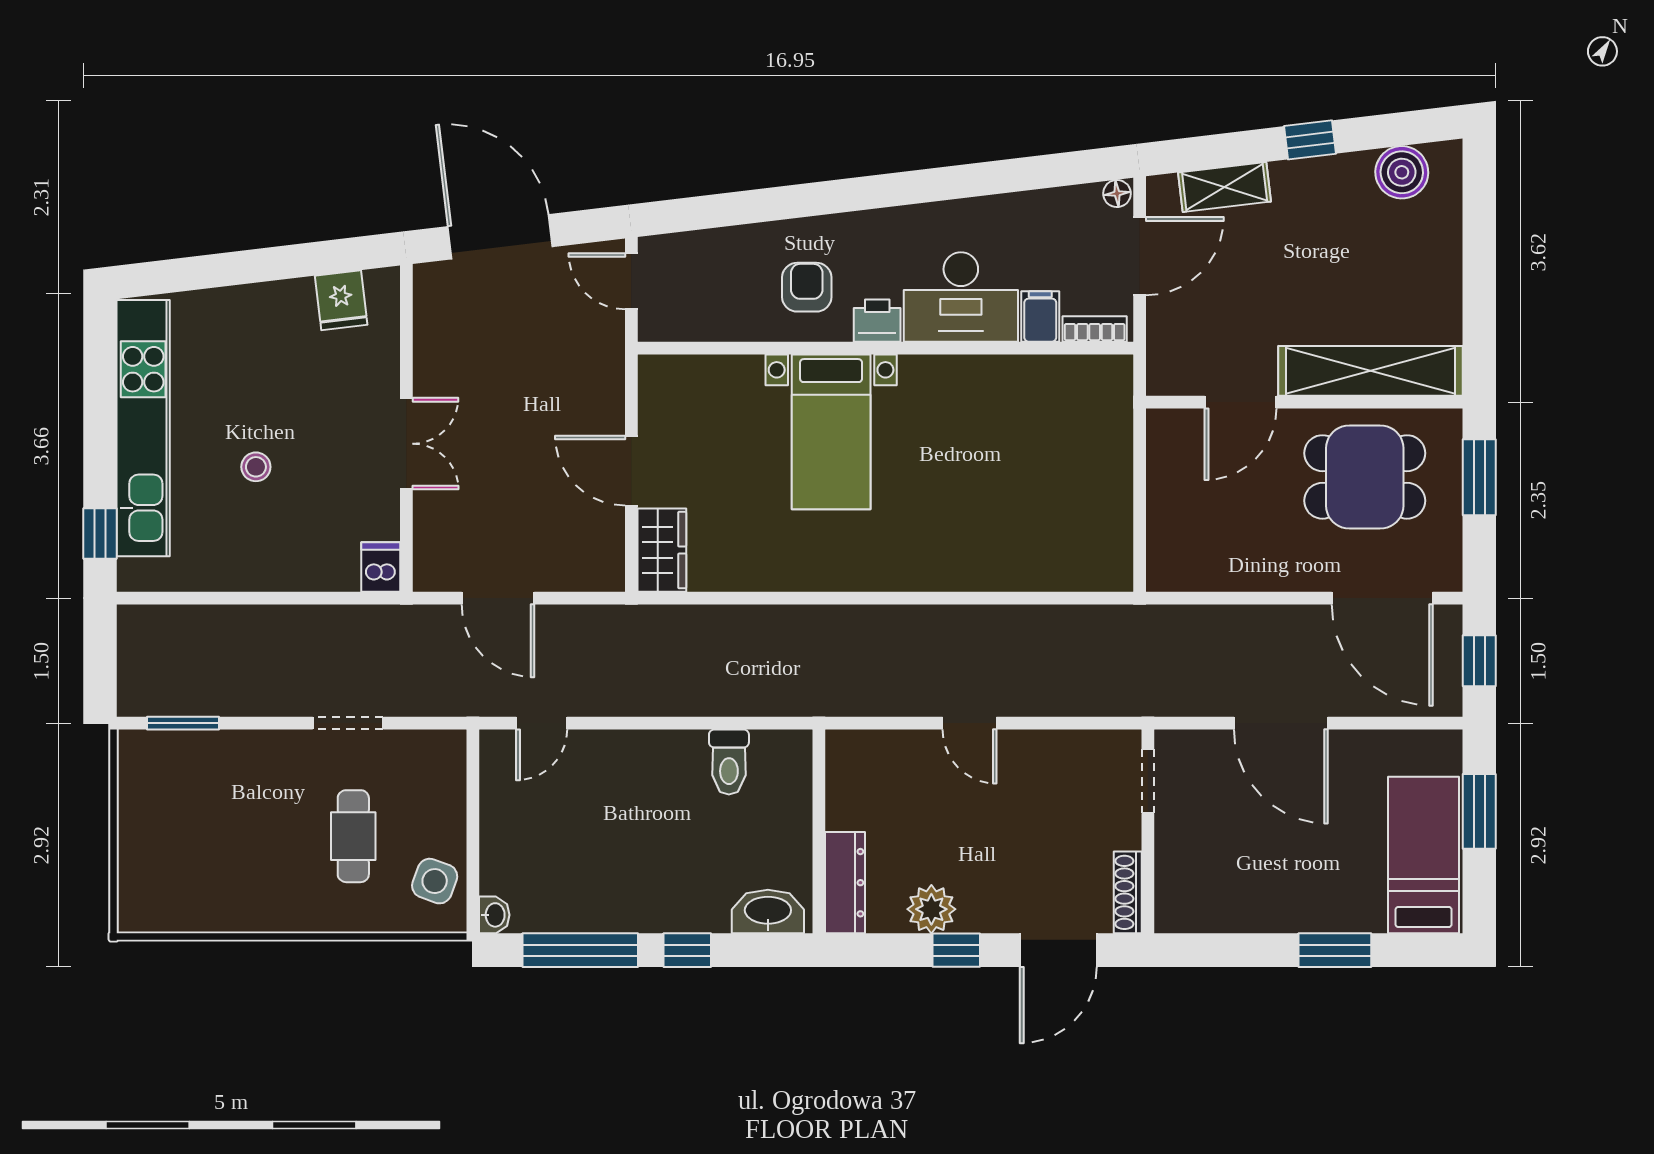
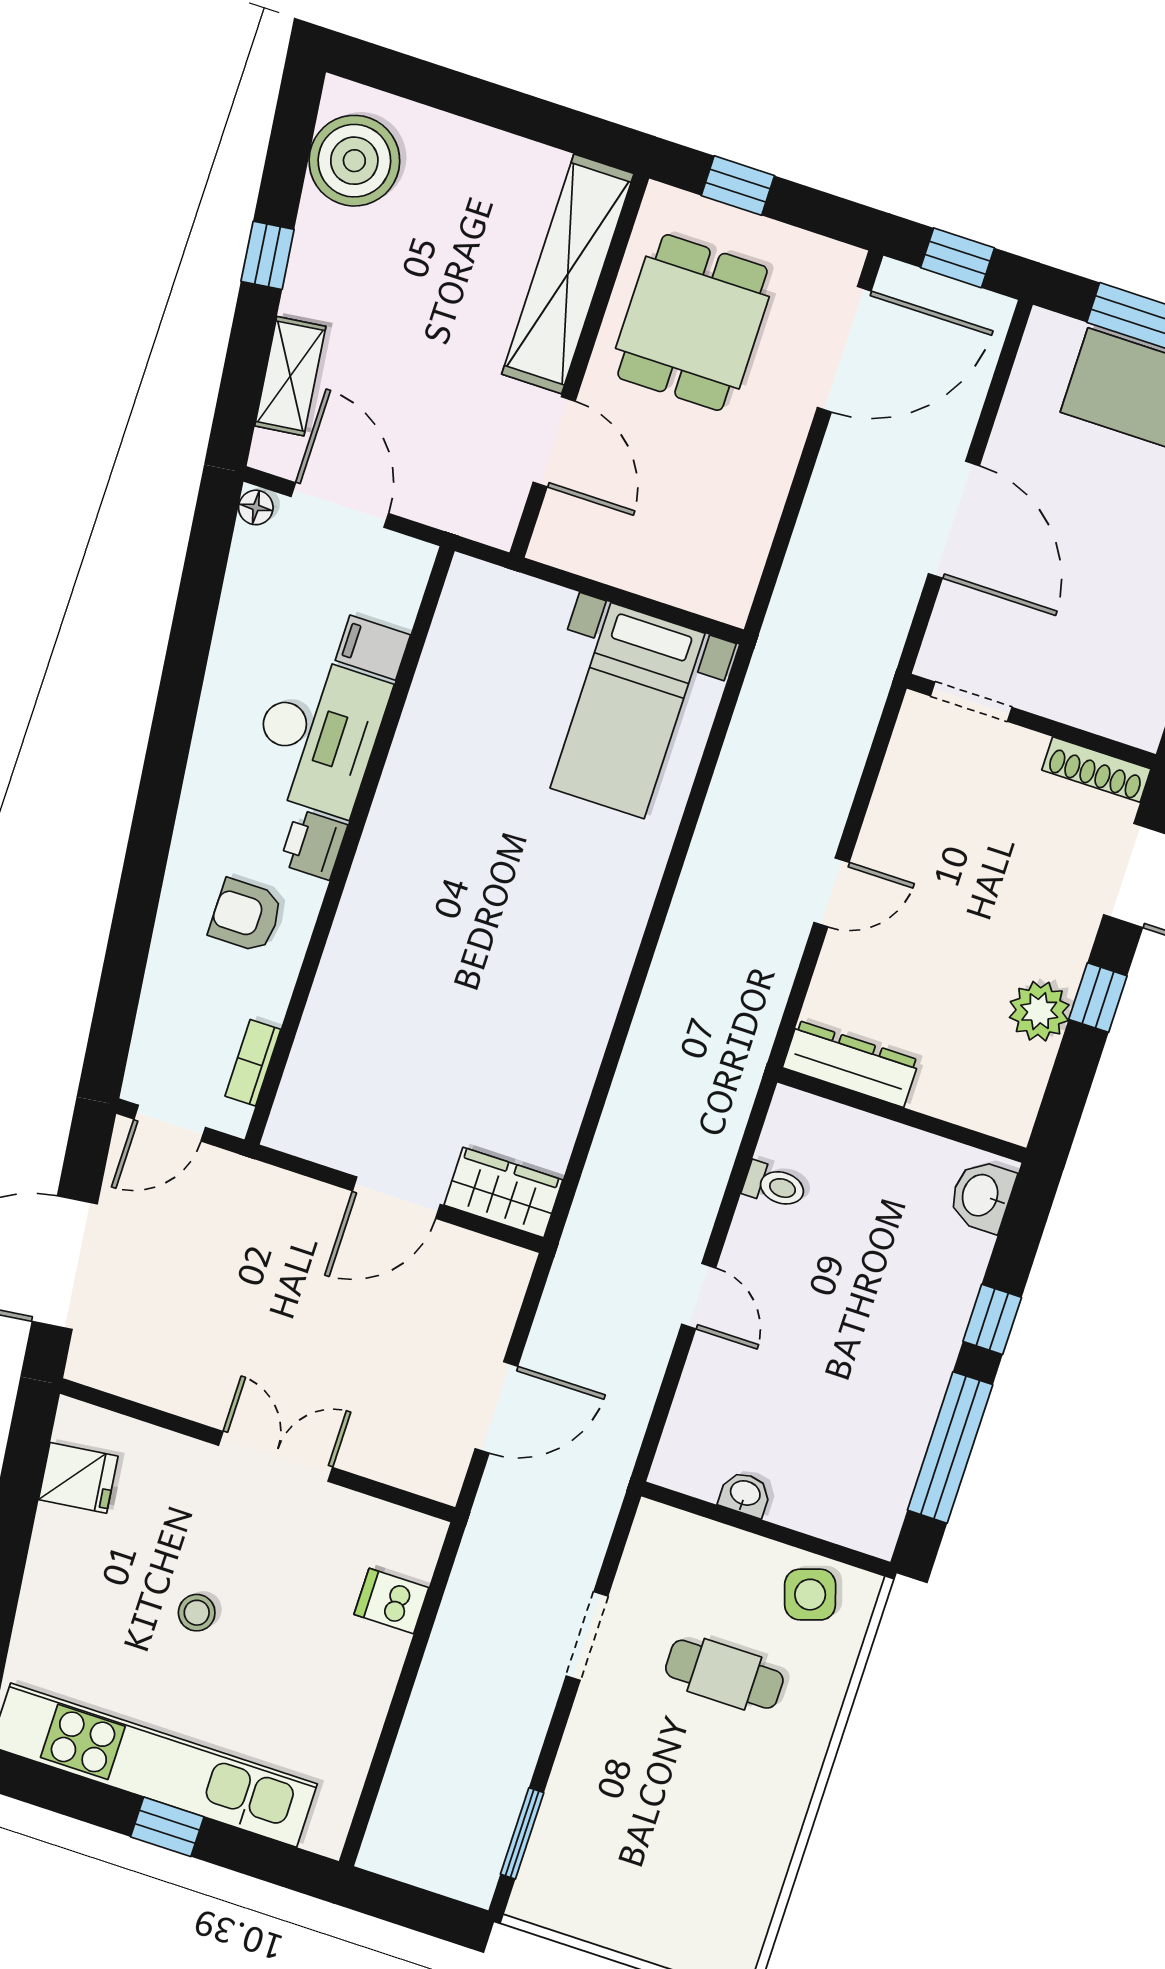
boiler: (1402, 172) -> (354, 161), width x1.37, depth x1.37
bookcase: (1095, 329) -> (253, 1063), moved
bed with nightstands: (831, 432) -> (627, 711), moved, turned 90
stool: (256, 467) -> (197, 1613), moved
window: (1479, 477) -> (738, 186), width x0.67
window: (100, 534) -> (167, 1827), moved
dishwasher: (381, 567) -> (391, 1601), moved
door: (542, 723) -> (699, 1296), moved
door: (1281, 723) -> (954, 520), hinge flipped
toilet: (729, 762) -> (775, 1185), width x0.73, depth x0.72
side table: (435, 881) -> (810, 1595), turned -38
dresser: (845, 883) -> (851, 1064), moved
washbasin: (768, 912) -> (982, 1196), width x0.72
washbasin: (494, 915) -> (745, 1494), moved

